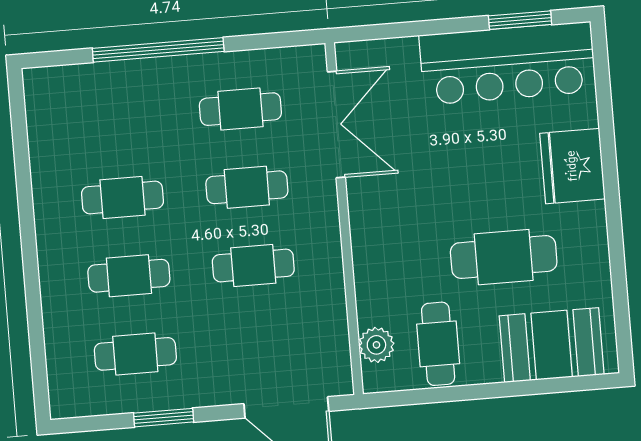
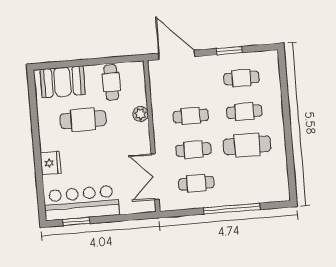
fridge: (573, 166) -> (51, 163), width x0.73, depth x0.75
cafe table: (122, 198) -> (247, 145), width x1.37, depth x1.35
plant: (376, 345) -> (140, 114), moved

